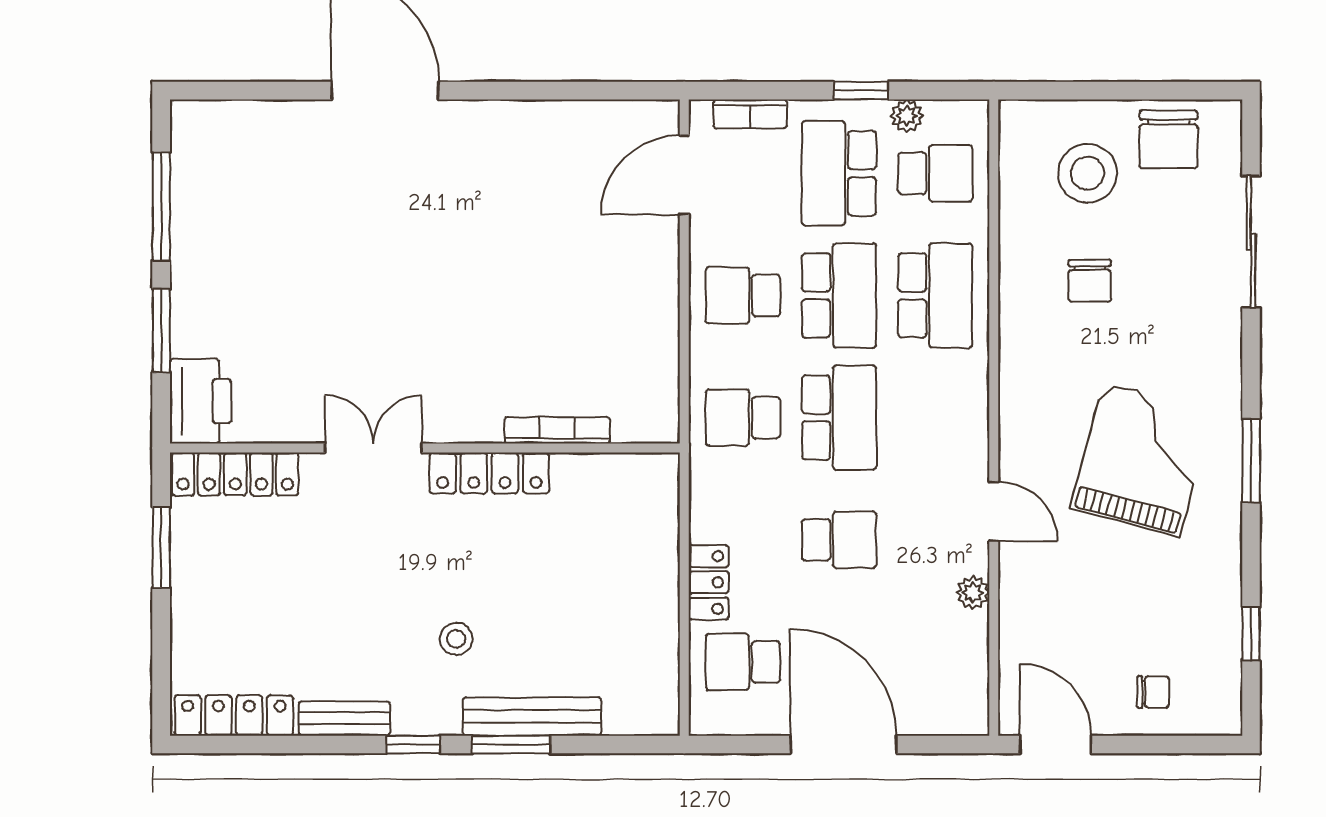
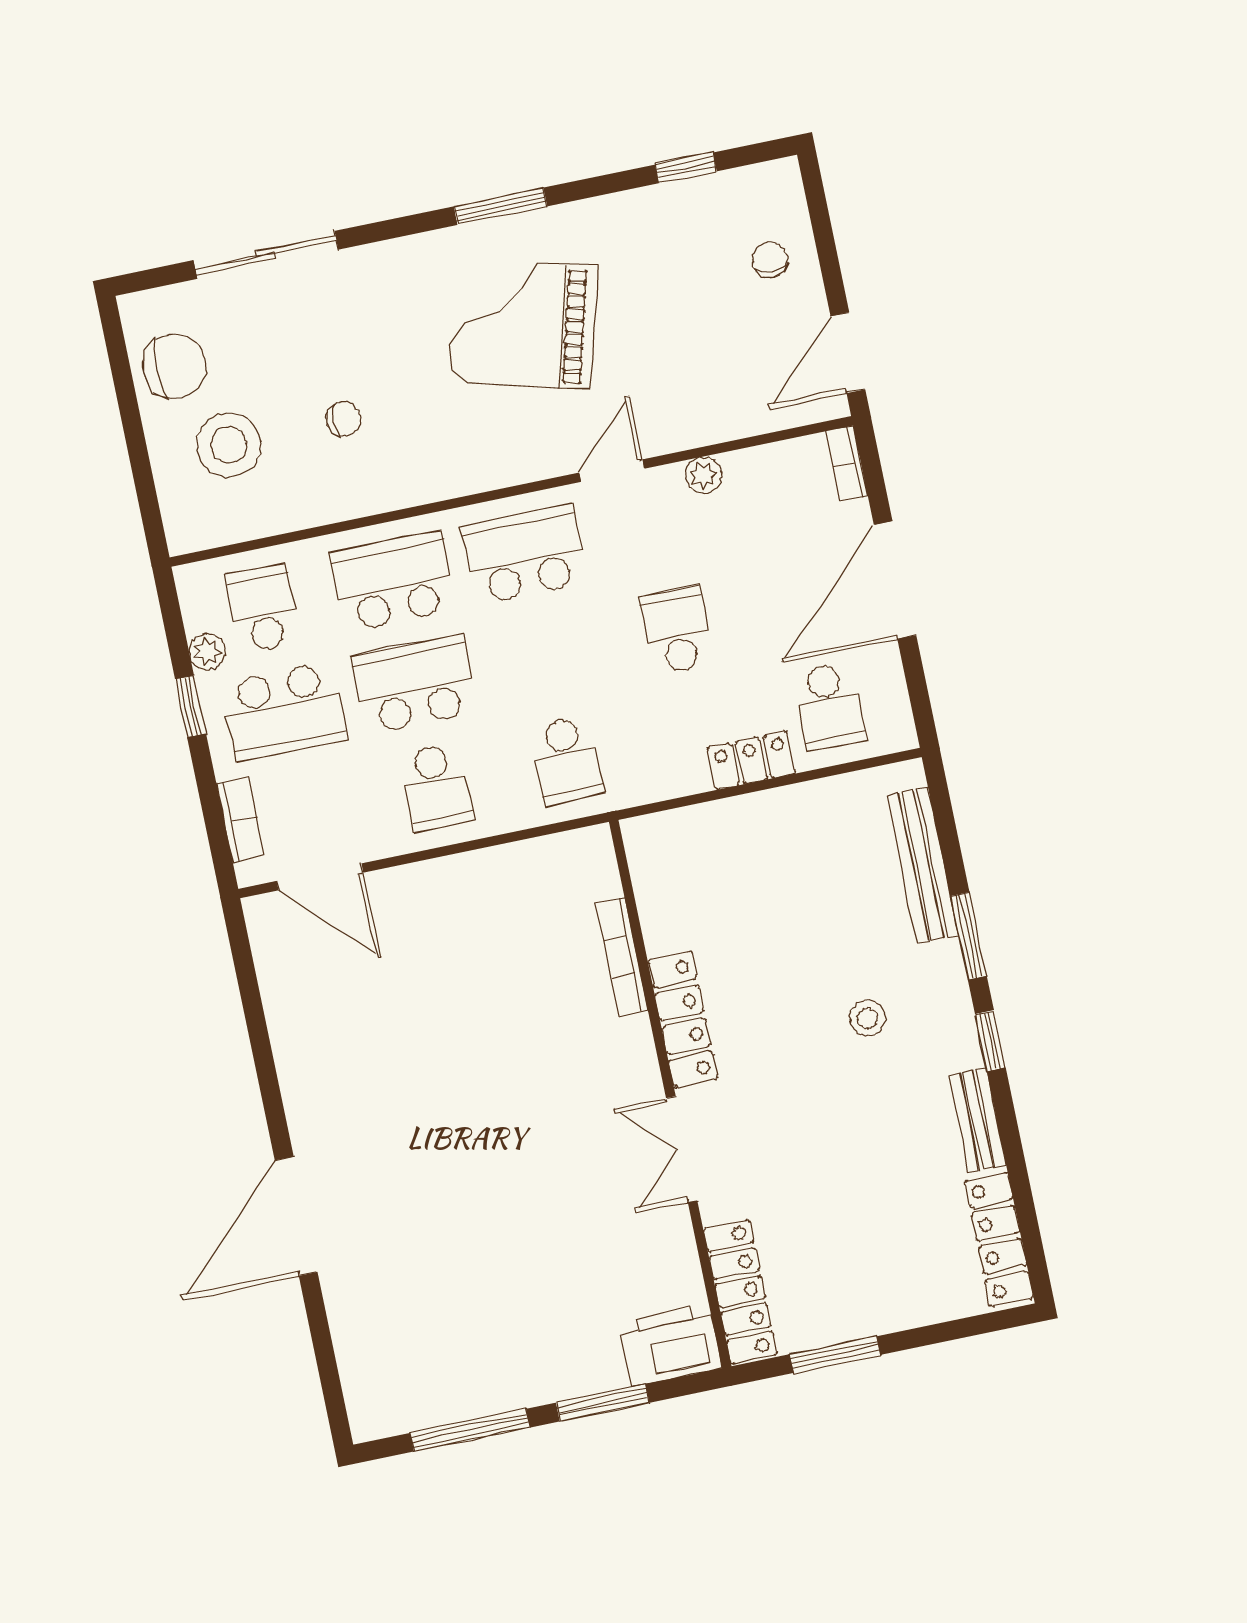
chair: (1090, 281) -> (343, 419), width x0.73, depth x0.73
school desk: (839, 418) -> (524, 554), moved
bench: (532, 716) -> (923, 865), moved
bookcase: (957, 723) -> (846, 464), added

